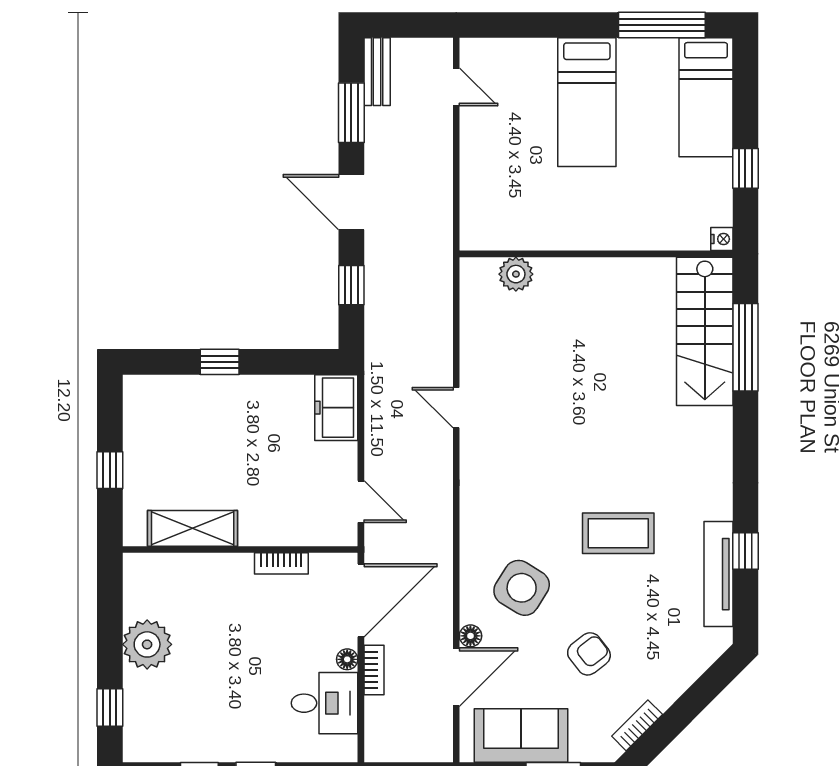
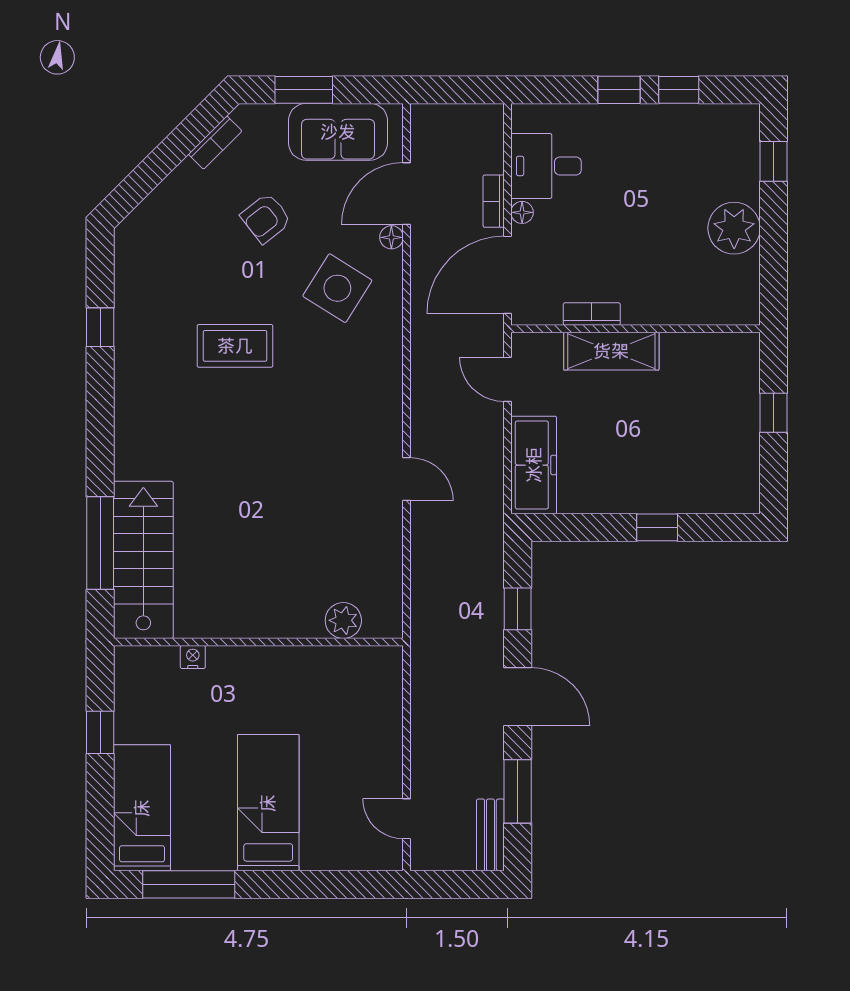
nightstand: (722, 239) -> (193, 657), moved, turned 90
freezer: (336, 408) -> (534, 465), width x1.40
shelving: (193, 528) -> (611, 351), moved
tv unit: (719, 574) -> (129, 303), removed

